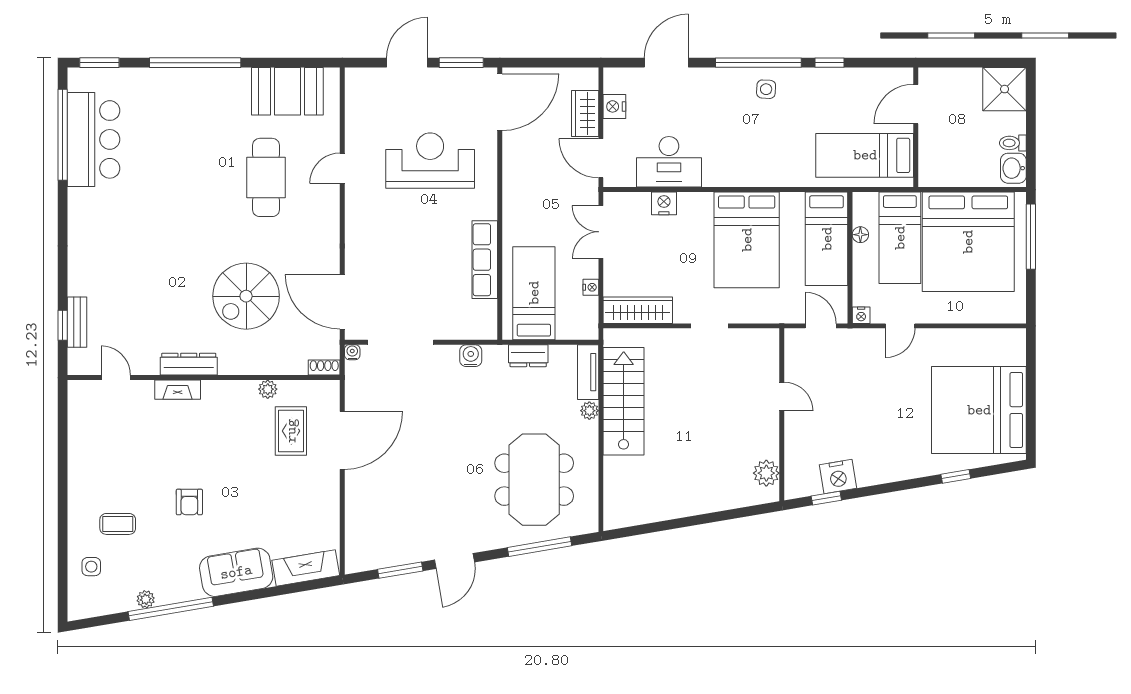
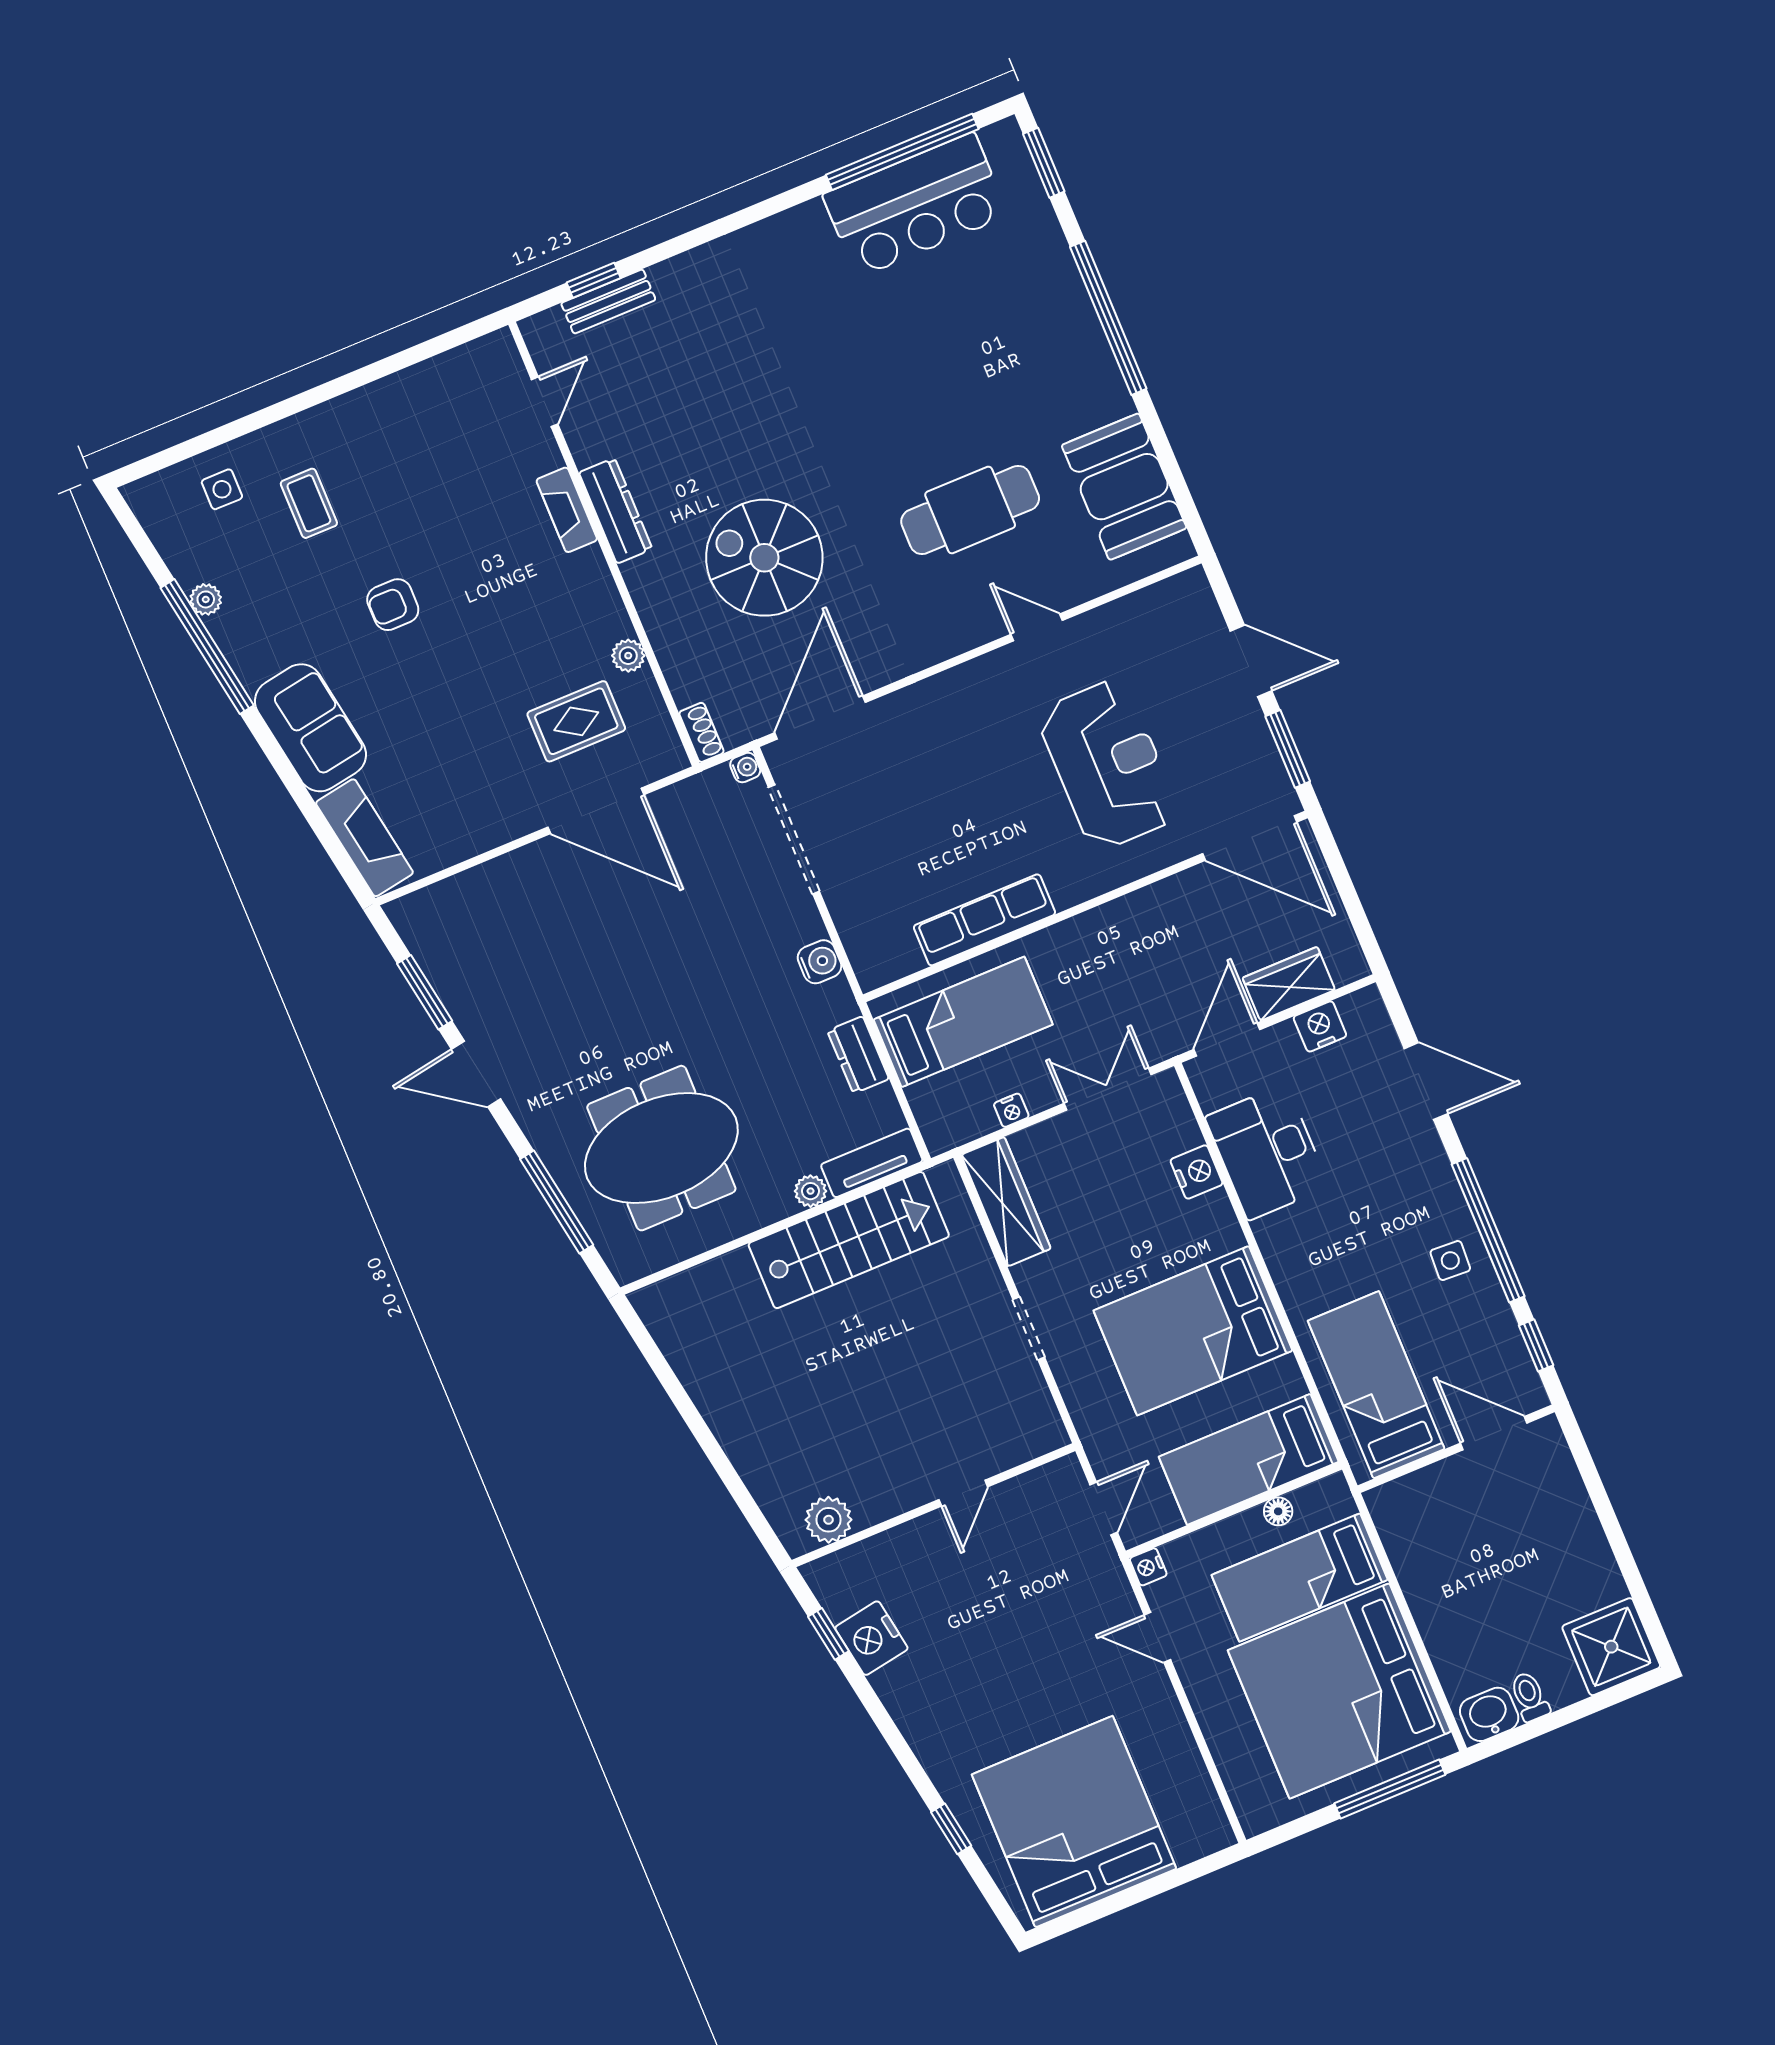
door: (916, 104) -> (1494, 1433), moved
wall: (916, 127) -> (1456, 1449), moved
bed: (865, 155) -> (1376, 1385), moved

